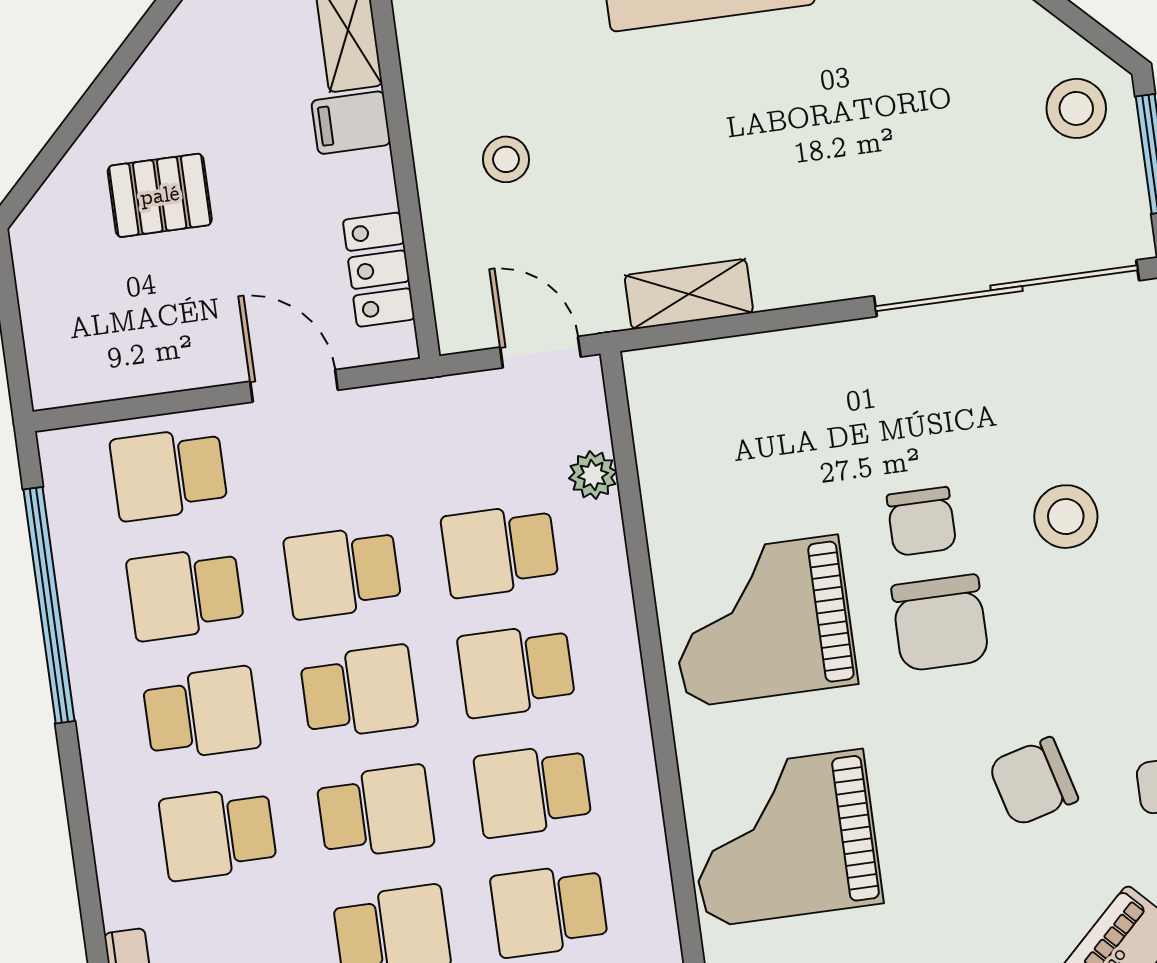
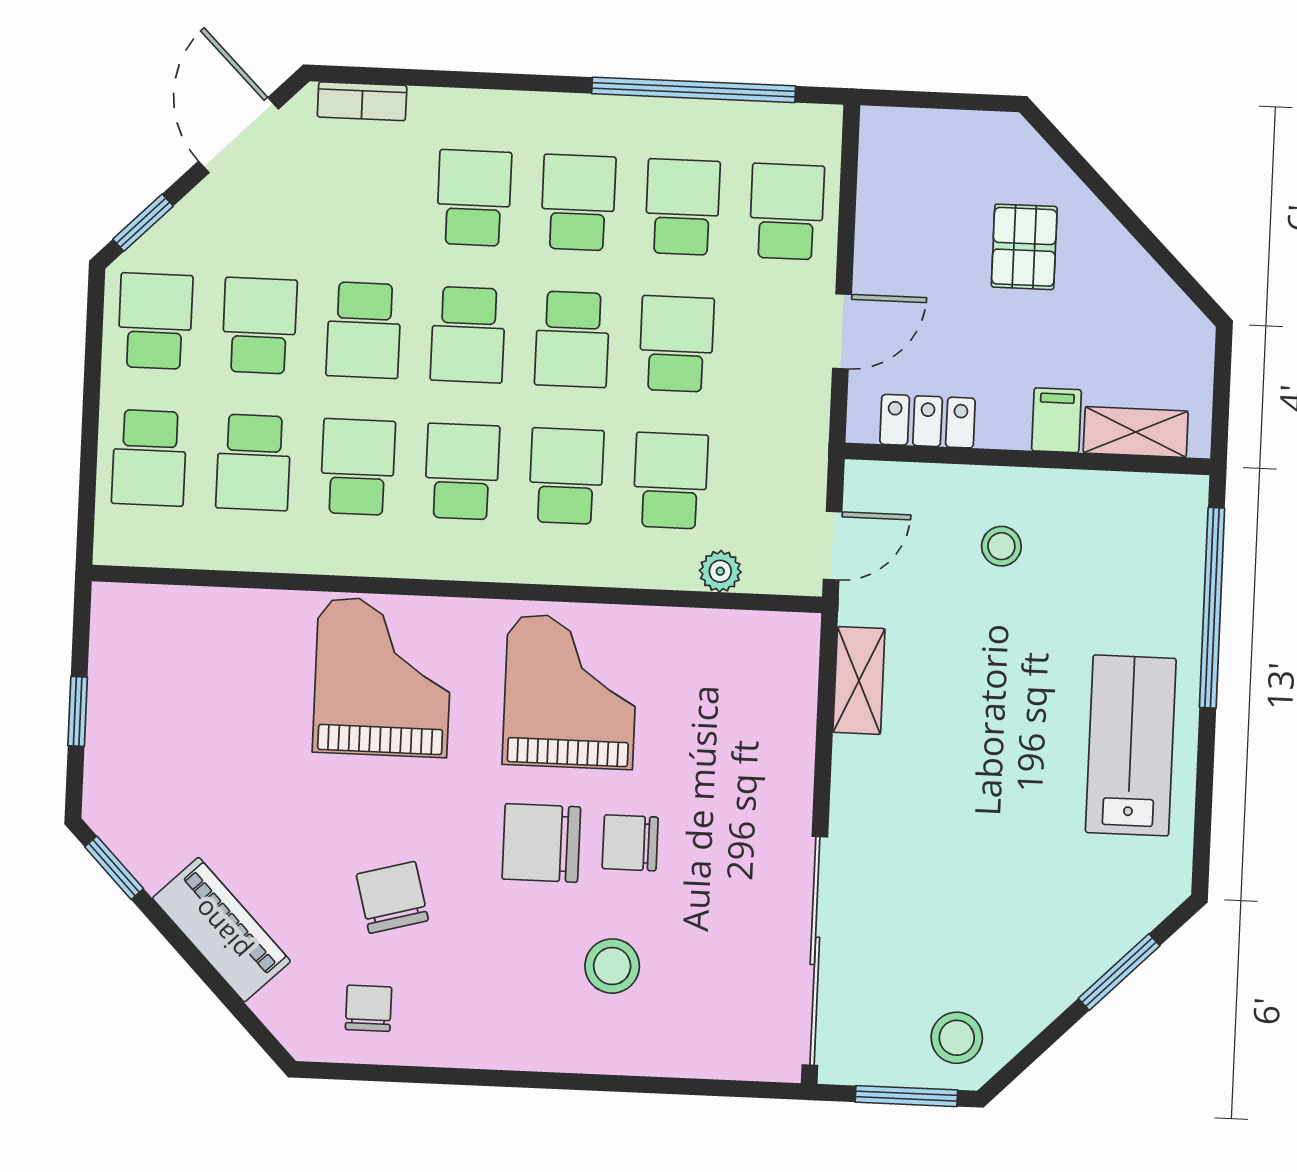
school desk: (202, 714) -> (578, 202), turned 180

